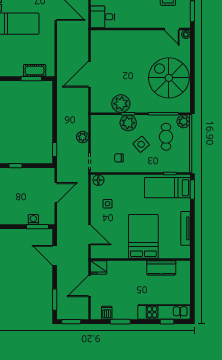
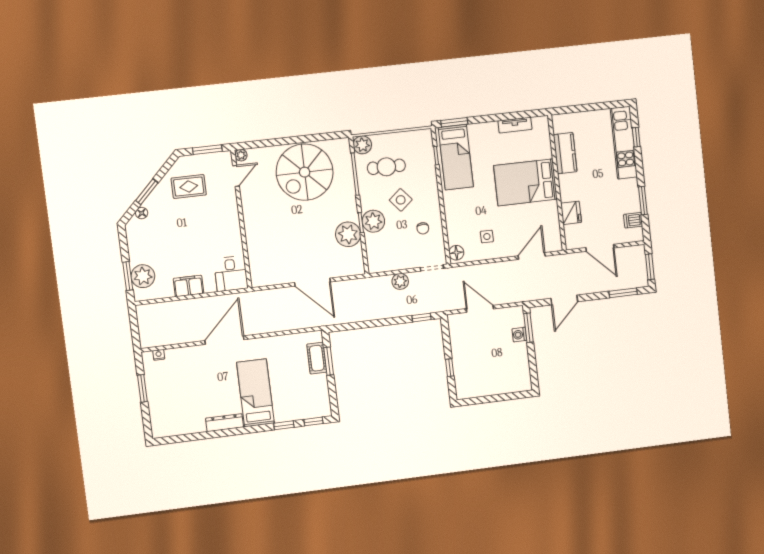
tv unit: (186, 228) -> (515, 125), width x0.71
fridge: (99, 267) -> (571, 213), moved

